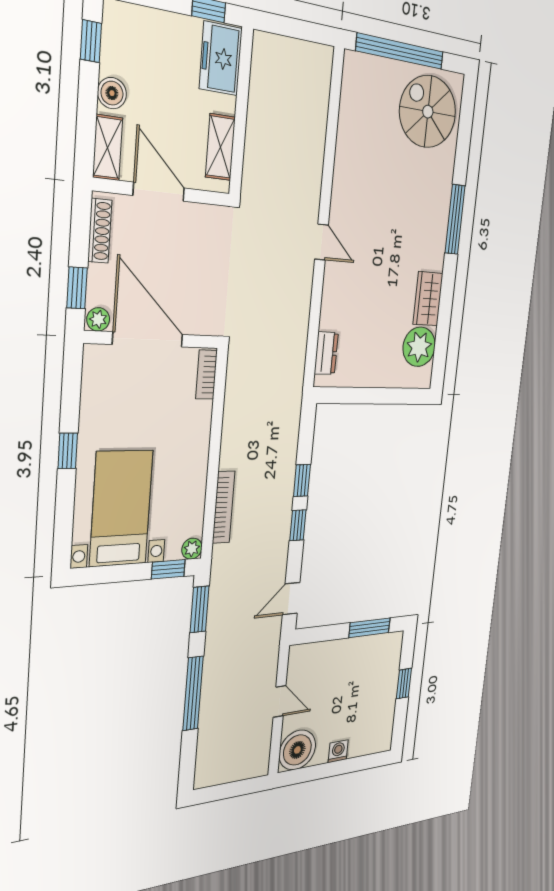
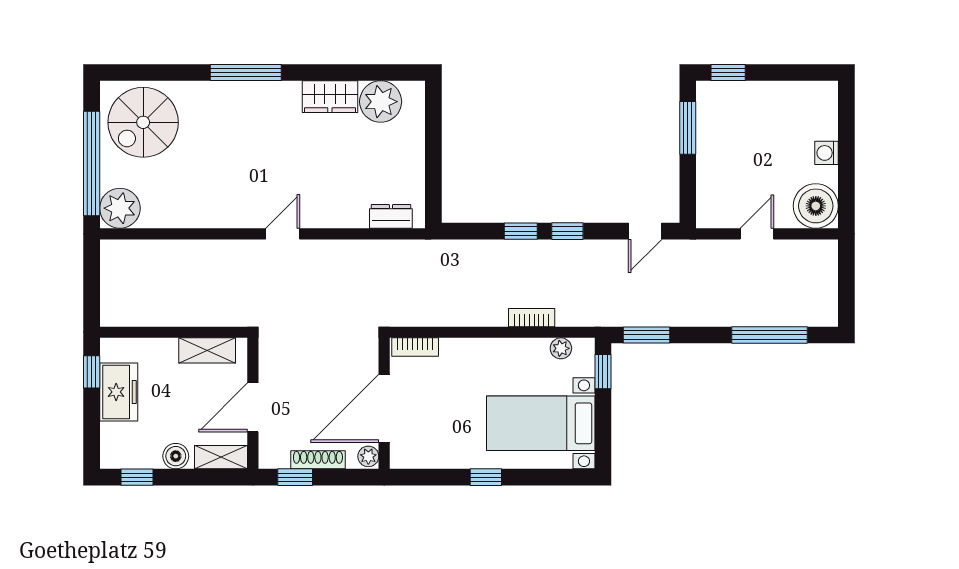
freezer: (221, 58) -> (119, 392), moved, turned -90
plant: (360, 74) -> (120, 208), added
shoe rack: (100, 231) -> (318, 460), moved
window: (77, 288) -> (295, 477), moved
bookcase: (224, 507) -> (532, 318), width x0.64
plant: (192, 549) -> (561, 348), moved
door: (291, 599) -> (645, 231), hinge flipped
window: (404, 684) -> (728, 72), moved
window: (193, 693) -> (770, 335), moved

